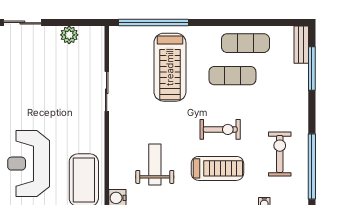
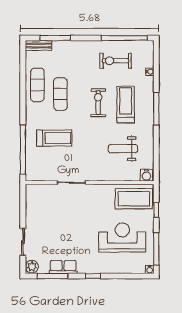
plant: (69, 35) -> (32, 209), removed
treadmill: (170, 67) -> (54, 138), width x0.73, depth x0.73
reception desk: (29, 164) -> (122, 238), turned 180

